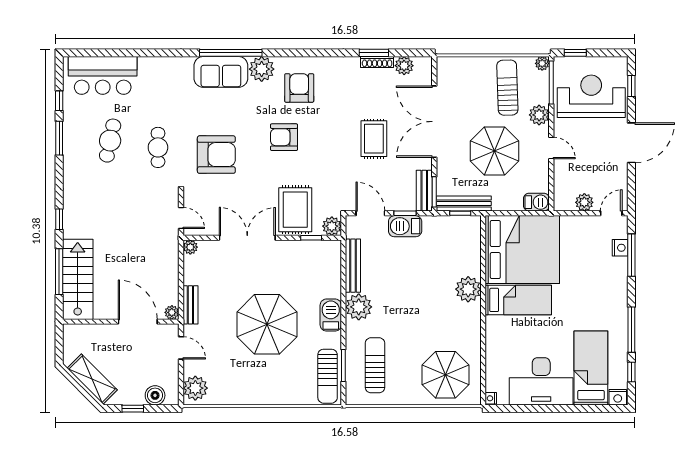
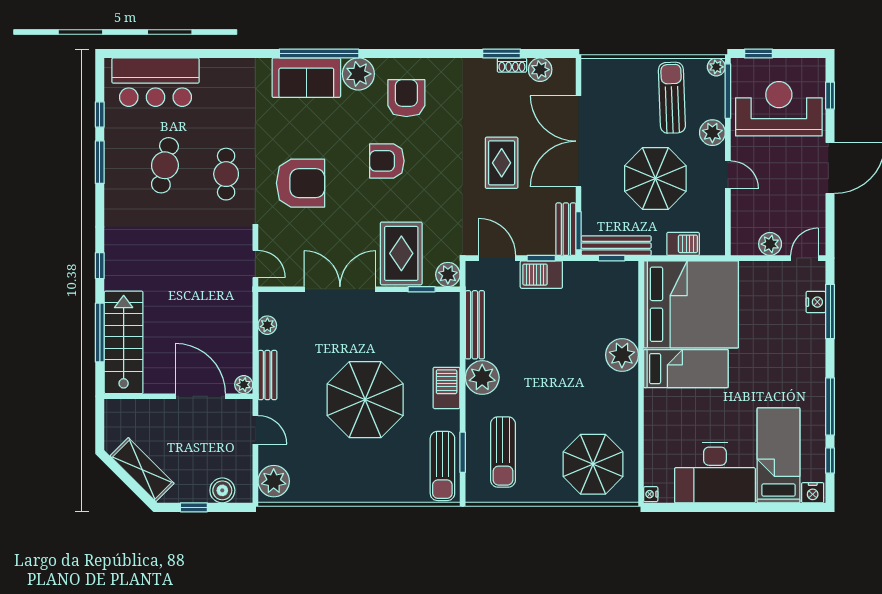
shoe rack: (377, 62) -> (512, 65), width x0.70
barbecue: (536, 202) -> (683, 244), moved
plant: (190, 247) -> (267, 325), moved
sun lounger: (375, 365) -> (503, 452), turned 180

